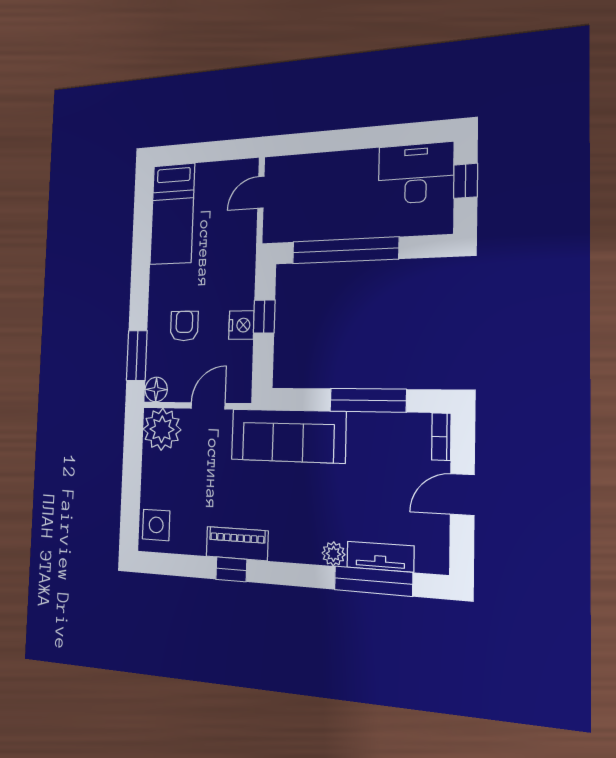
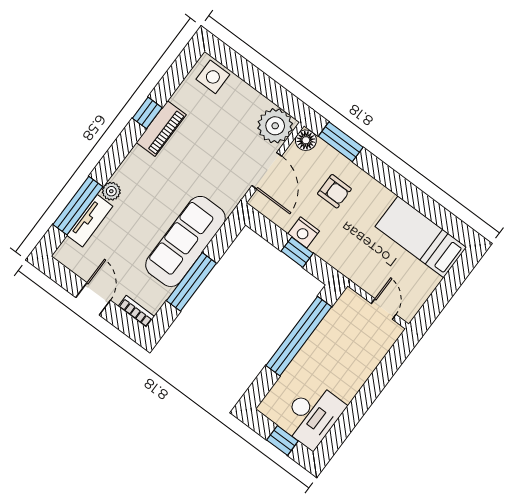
door: (208, 406) -> (267, 171), width x1.38
sofa: (288, 436) -> (185, 241), moved

